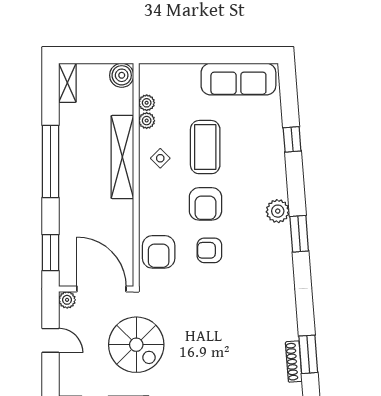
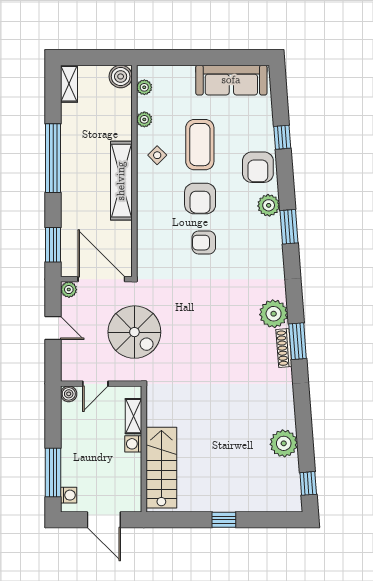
plant: (147, 103) -> (144, 87), moved
shelving: (122, 157) -> (121, 181), moved
armchair: (159, 252) -> (258, 167), moved
plant: (283, 325) -> (274, 314), added

